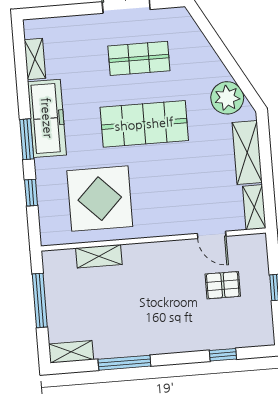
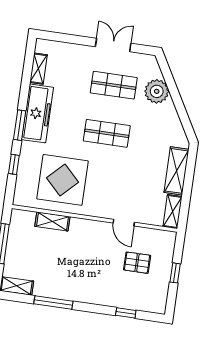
plant: (227, 98) -> (157, 91), moved
shop shelf: (144, 124) -> (107, 133), width x0.70, depth x0.74
door: (212, 235) -> (124, 223), moved

